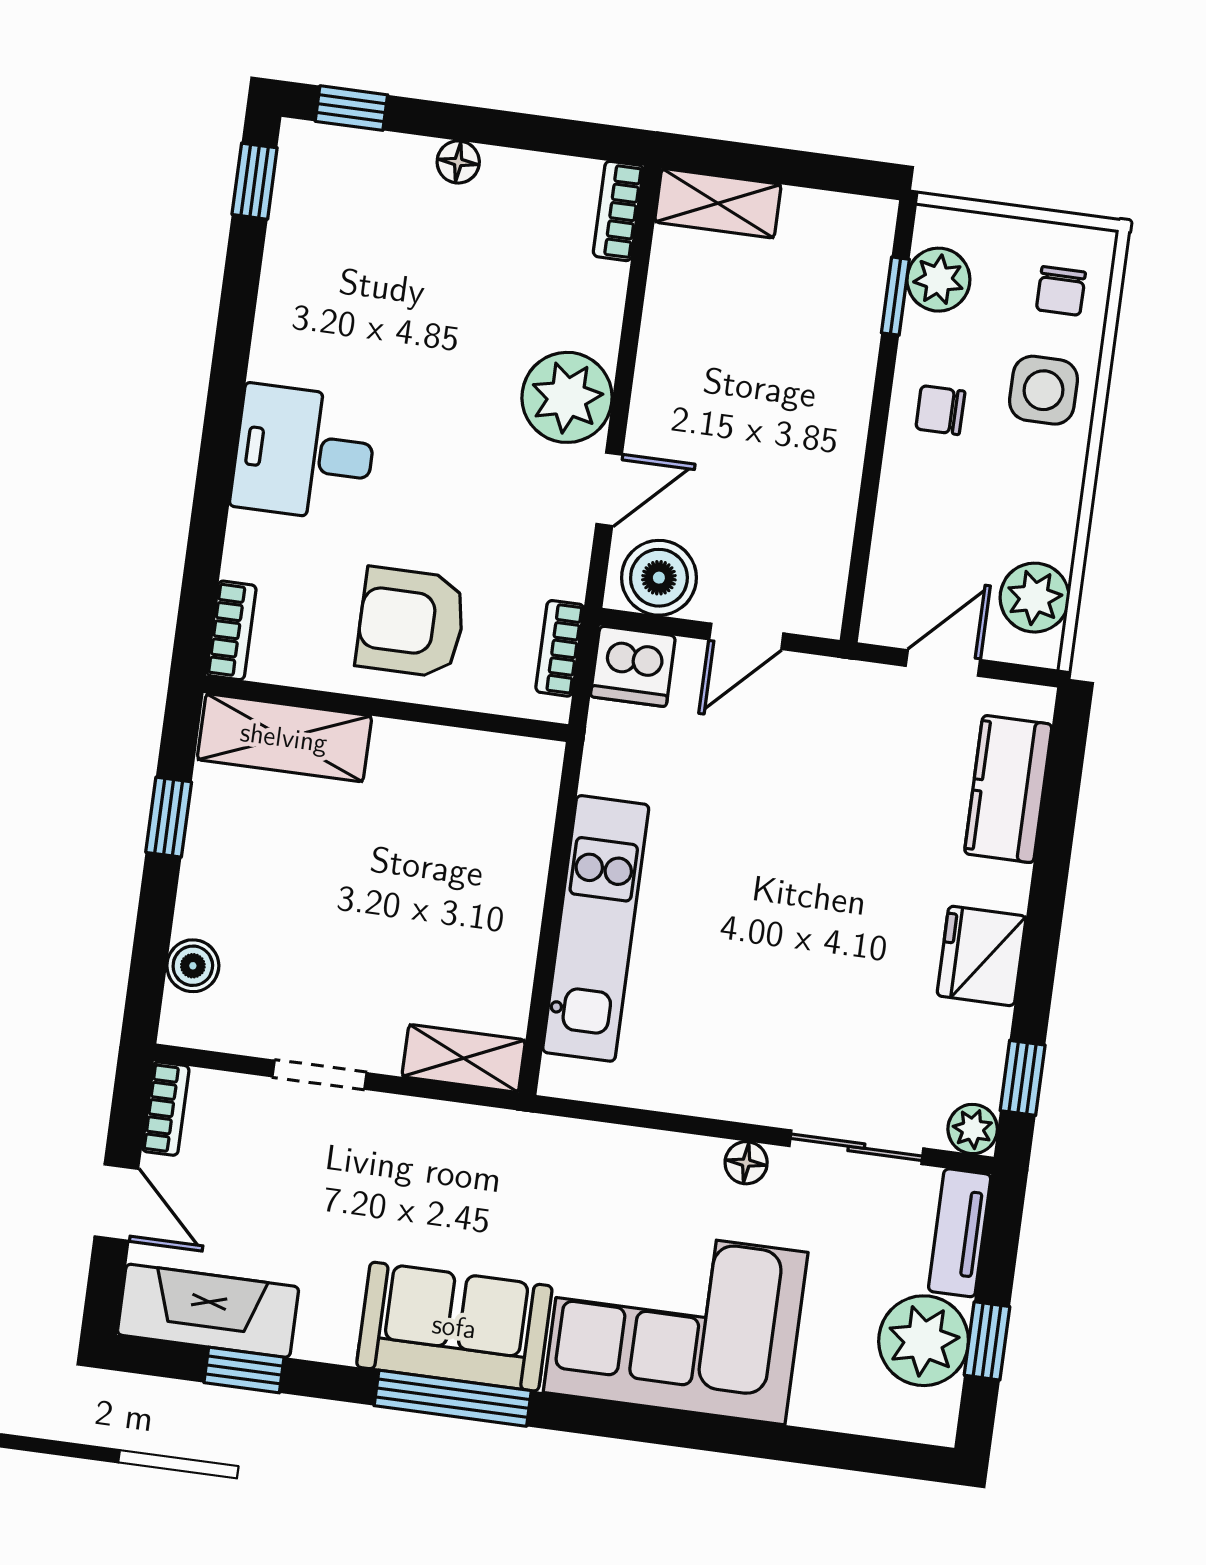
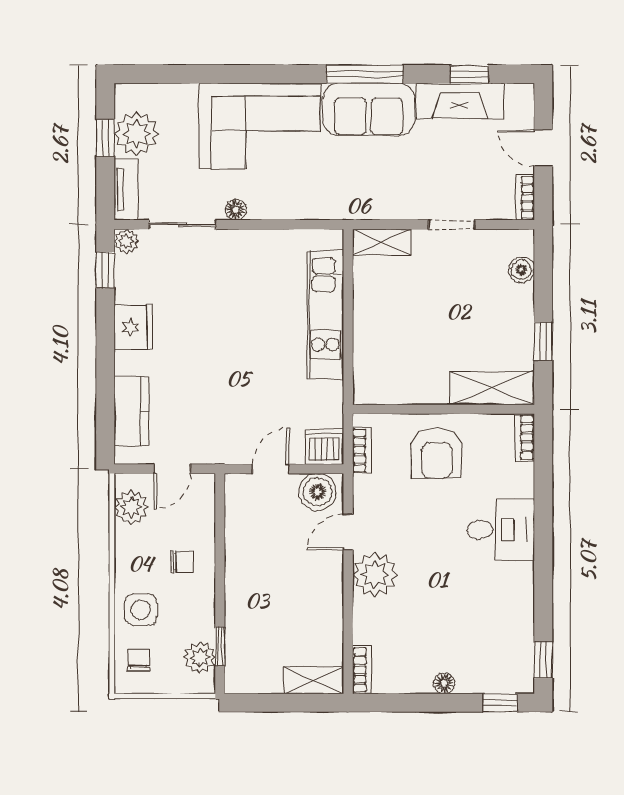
chair: (940, 410) -> (182, 562), moved
armchair: (411, 622) -> (437, 453), turned 90
fireplace: (208, 1311) -> (460, 101), moved

